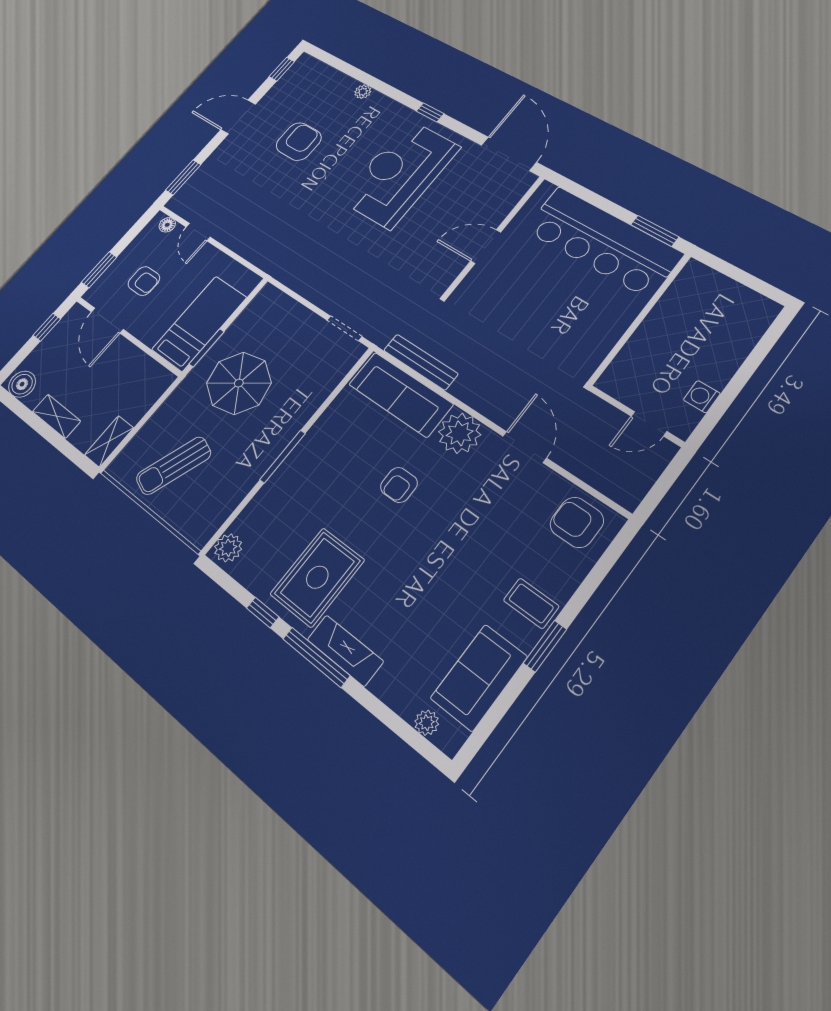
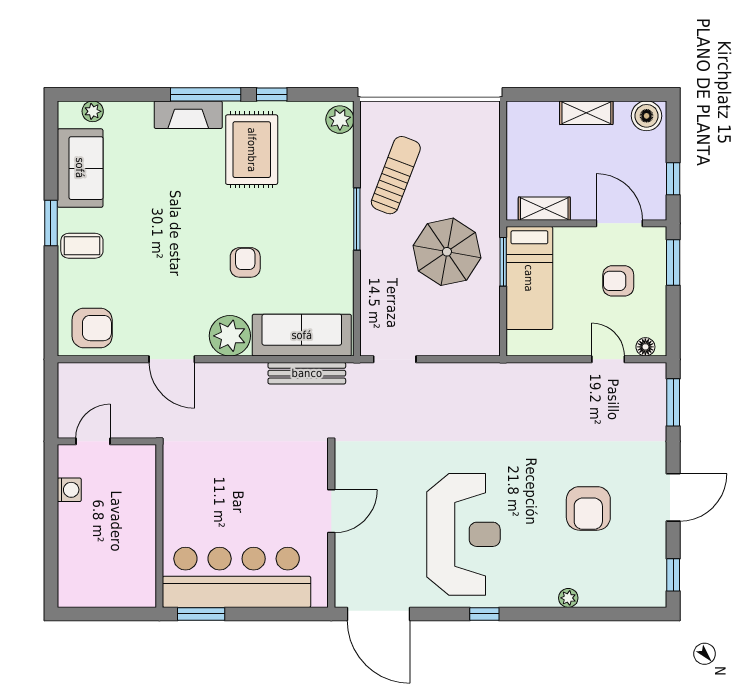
shelving: (109, 441) -> (544, 209), moved, turned 90
sun lounger: (174, 466) -> (396, 175), moved

